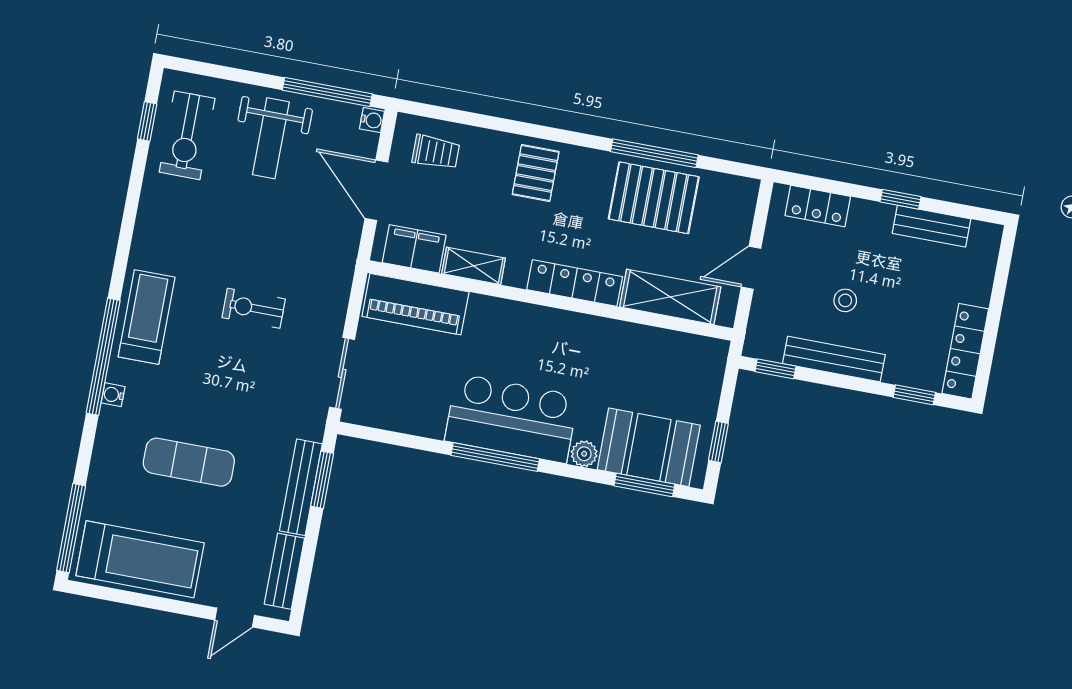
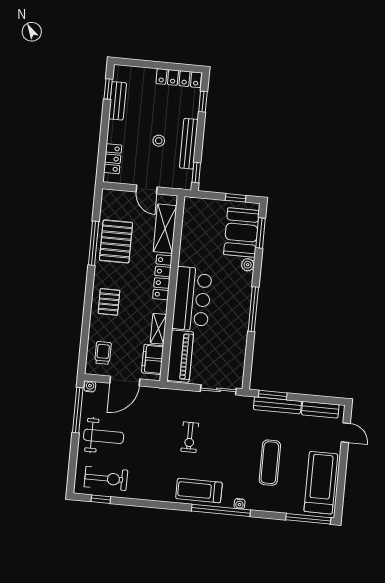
pallet: (536, 173) -> (109, 302), turned 90
window: (901, 199) -> (108, 89), moved
bar counter: (512, 418) -> (192, 299), moved, turned 180

